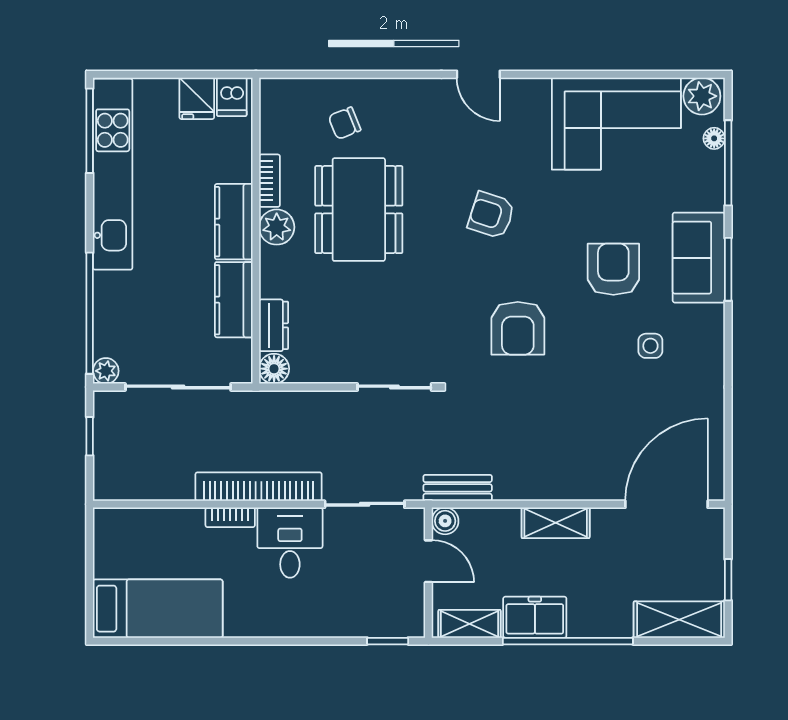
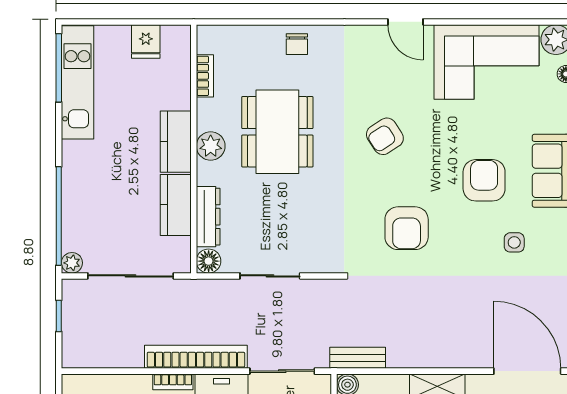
door: (478, 74) -> (405, 22), moved
dishwasher: (232, 97) -> (174, 40), removed
chair: (345, 123) -> (297, 44), moved, turned -68
kitchen unit: (113, 174) -> (77, 82), width x0.73
bookcase: (270, 181) -> (205, 76), moved
armchair: (491, 215) -> (385, 136), turned -51
dresser: (274, 325) -> (208, 217), width x1.44
sliding door: (394, 387) -> (270, 276), moved
door: (667, 504) -> (527, 371), hinge flipped

